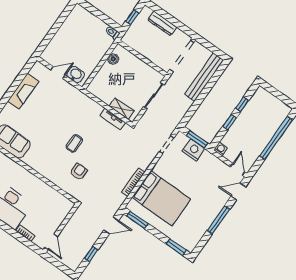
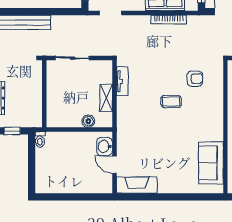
boiler: (113, 59) -> (88, 121), moved
fireplace: (23, 91) -> (137, 185), moved
shelving: (122, 109) -> (106, 98), moved
armchair: (79, 172) -> (195, 79), turned 180

